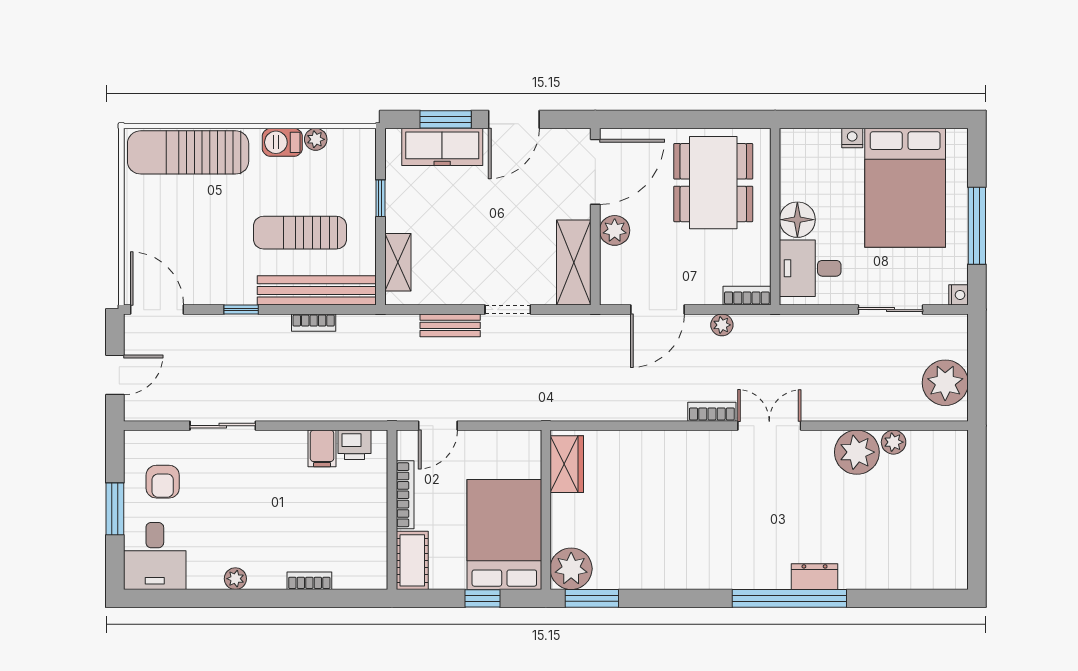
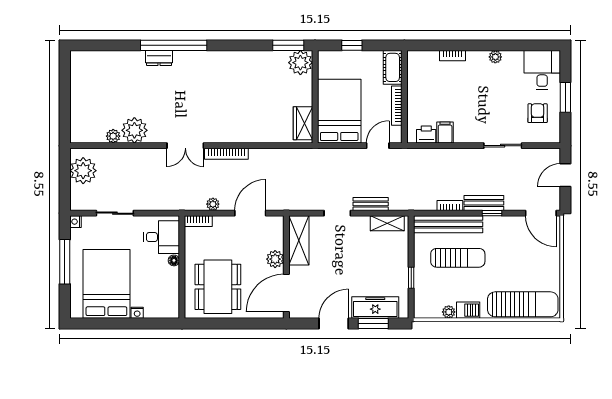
floor lamp: (797, 220) -> (174, 260), width x0.53, depth x0.53
shelving: (398, 262) -> (387, 223), moved, turned 90
bench: (255, 327) -> (484, 203), added
bookcase: (712, 412) -> (226, 154), width x1.56
bed: (504, 535) -> (339, 111), moved, turned 180

